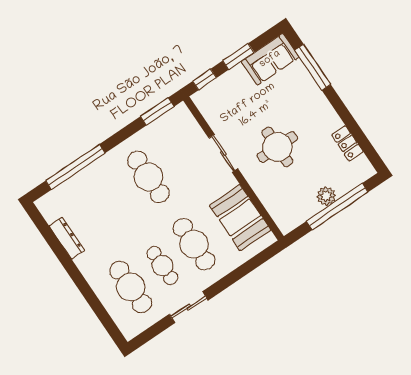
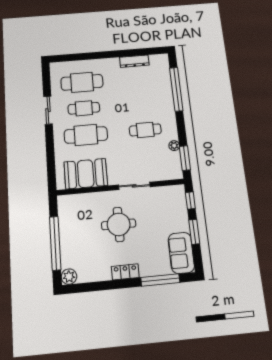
plant: (149, 132) -> (174, 146), added
locker: (347, 143) -> (125, 272), moved
cafe table: (148, 177) -> (145, 130), width x0.73, depth x0.74
plant: (326, 196) -> (69, 277), moved

